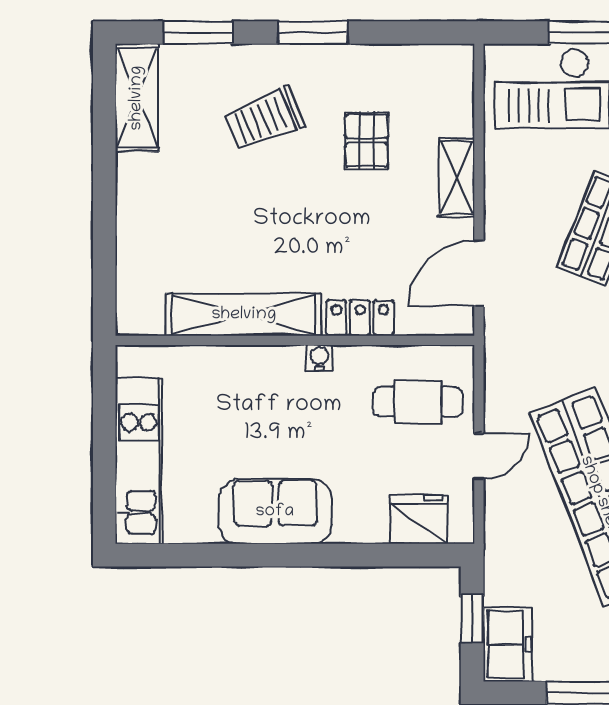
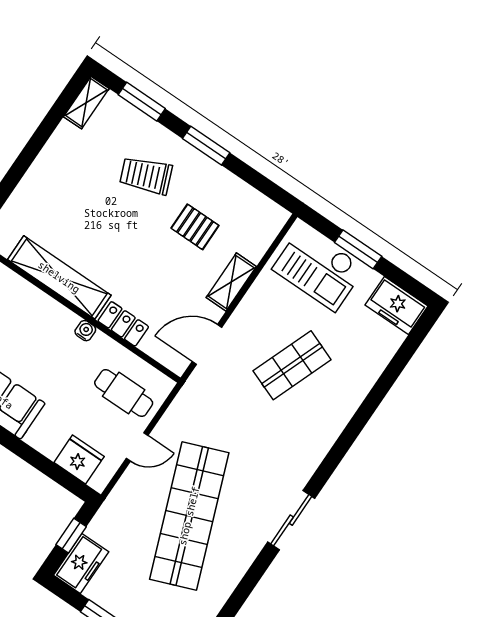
shelving: (137, 98) -> (86, 103), width x0.67, depth x0.75
pallet: (367, 141) -> (195, 227), turned 90

